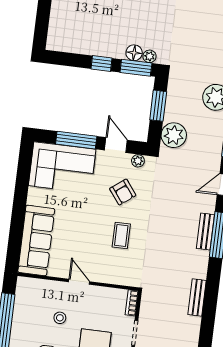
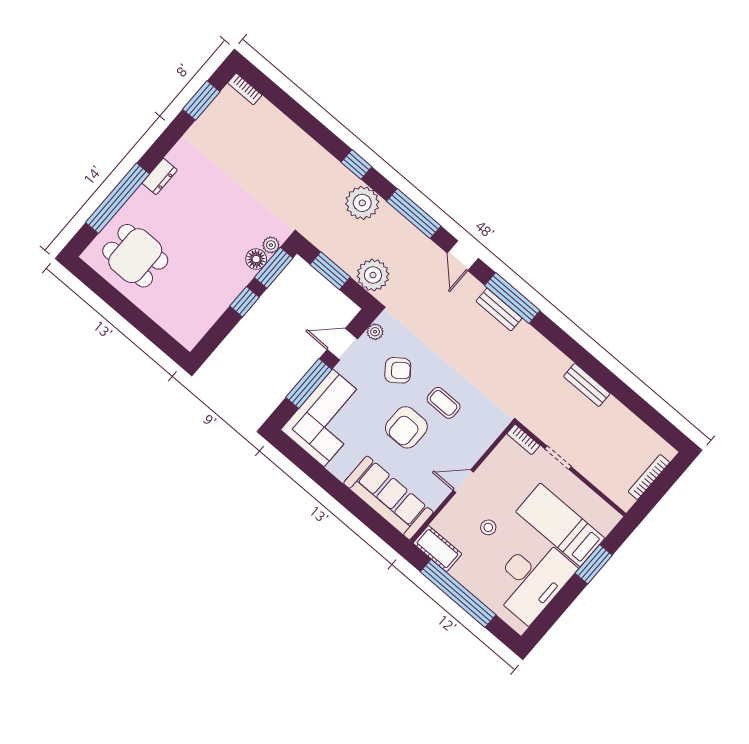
armchair: (90, 222) -> (406, 427), added
cot: (24, 294) -> (437, 549), added
bench: (197, 297) -> (587, 385), moved

